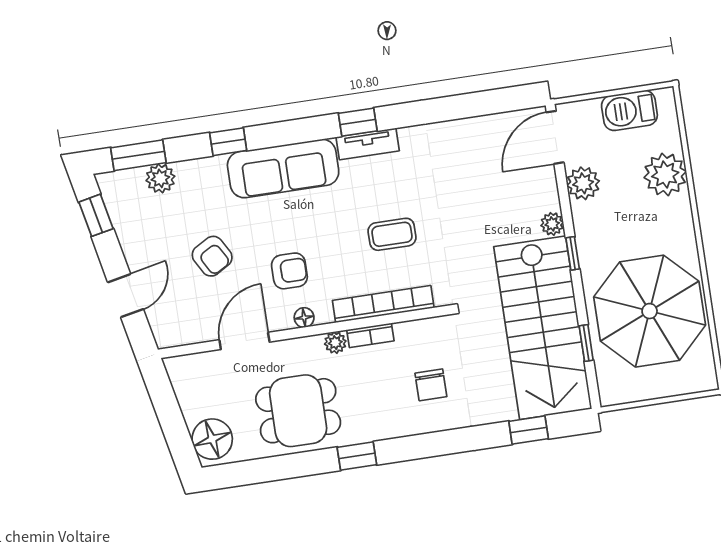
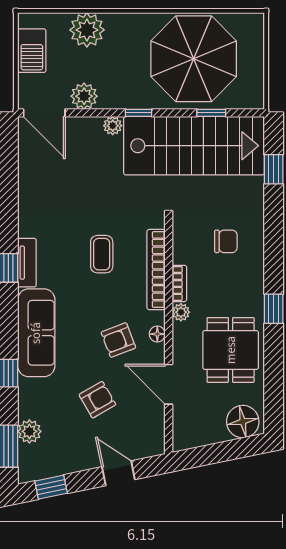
armchair: (289, 271) -> (118, 340), turned -111

